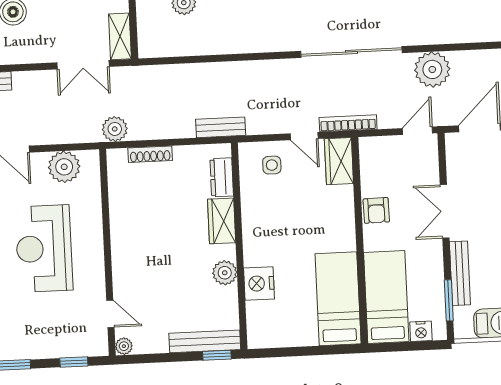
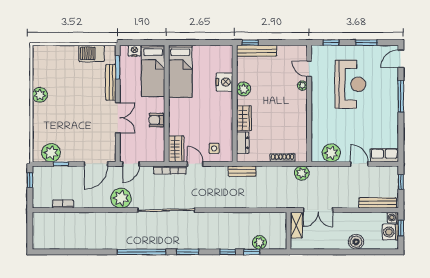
double door: (83, 65) -> (318, 210), swing flipped
armchair: (376, 210) -> (156, 120), turned -89
reception desk: (44, 249) -> (350, 84), moved
plant: (124, 346) -> (302, 86), moved

